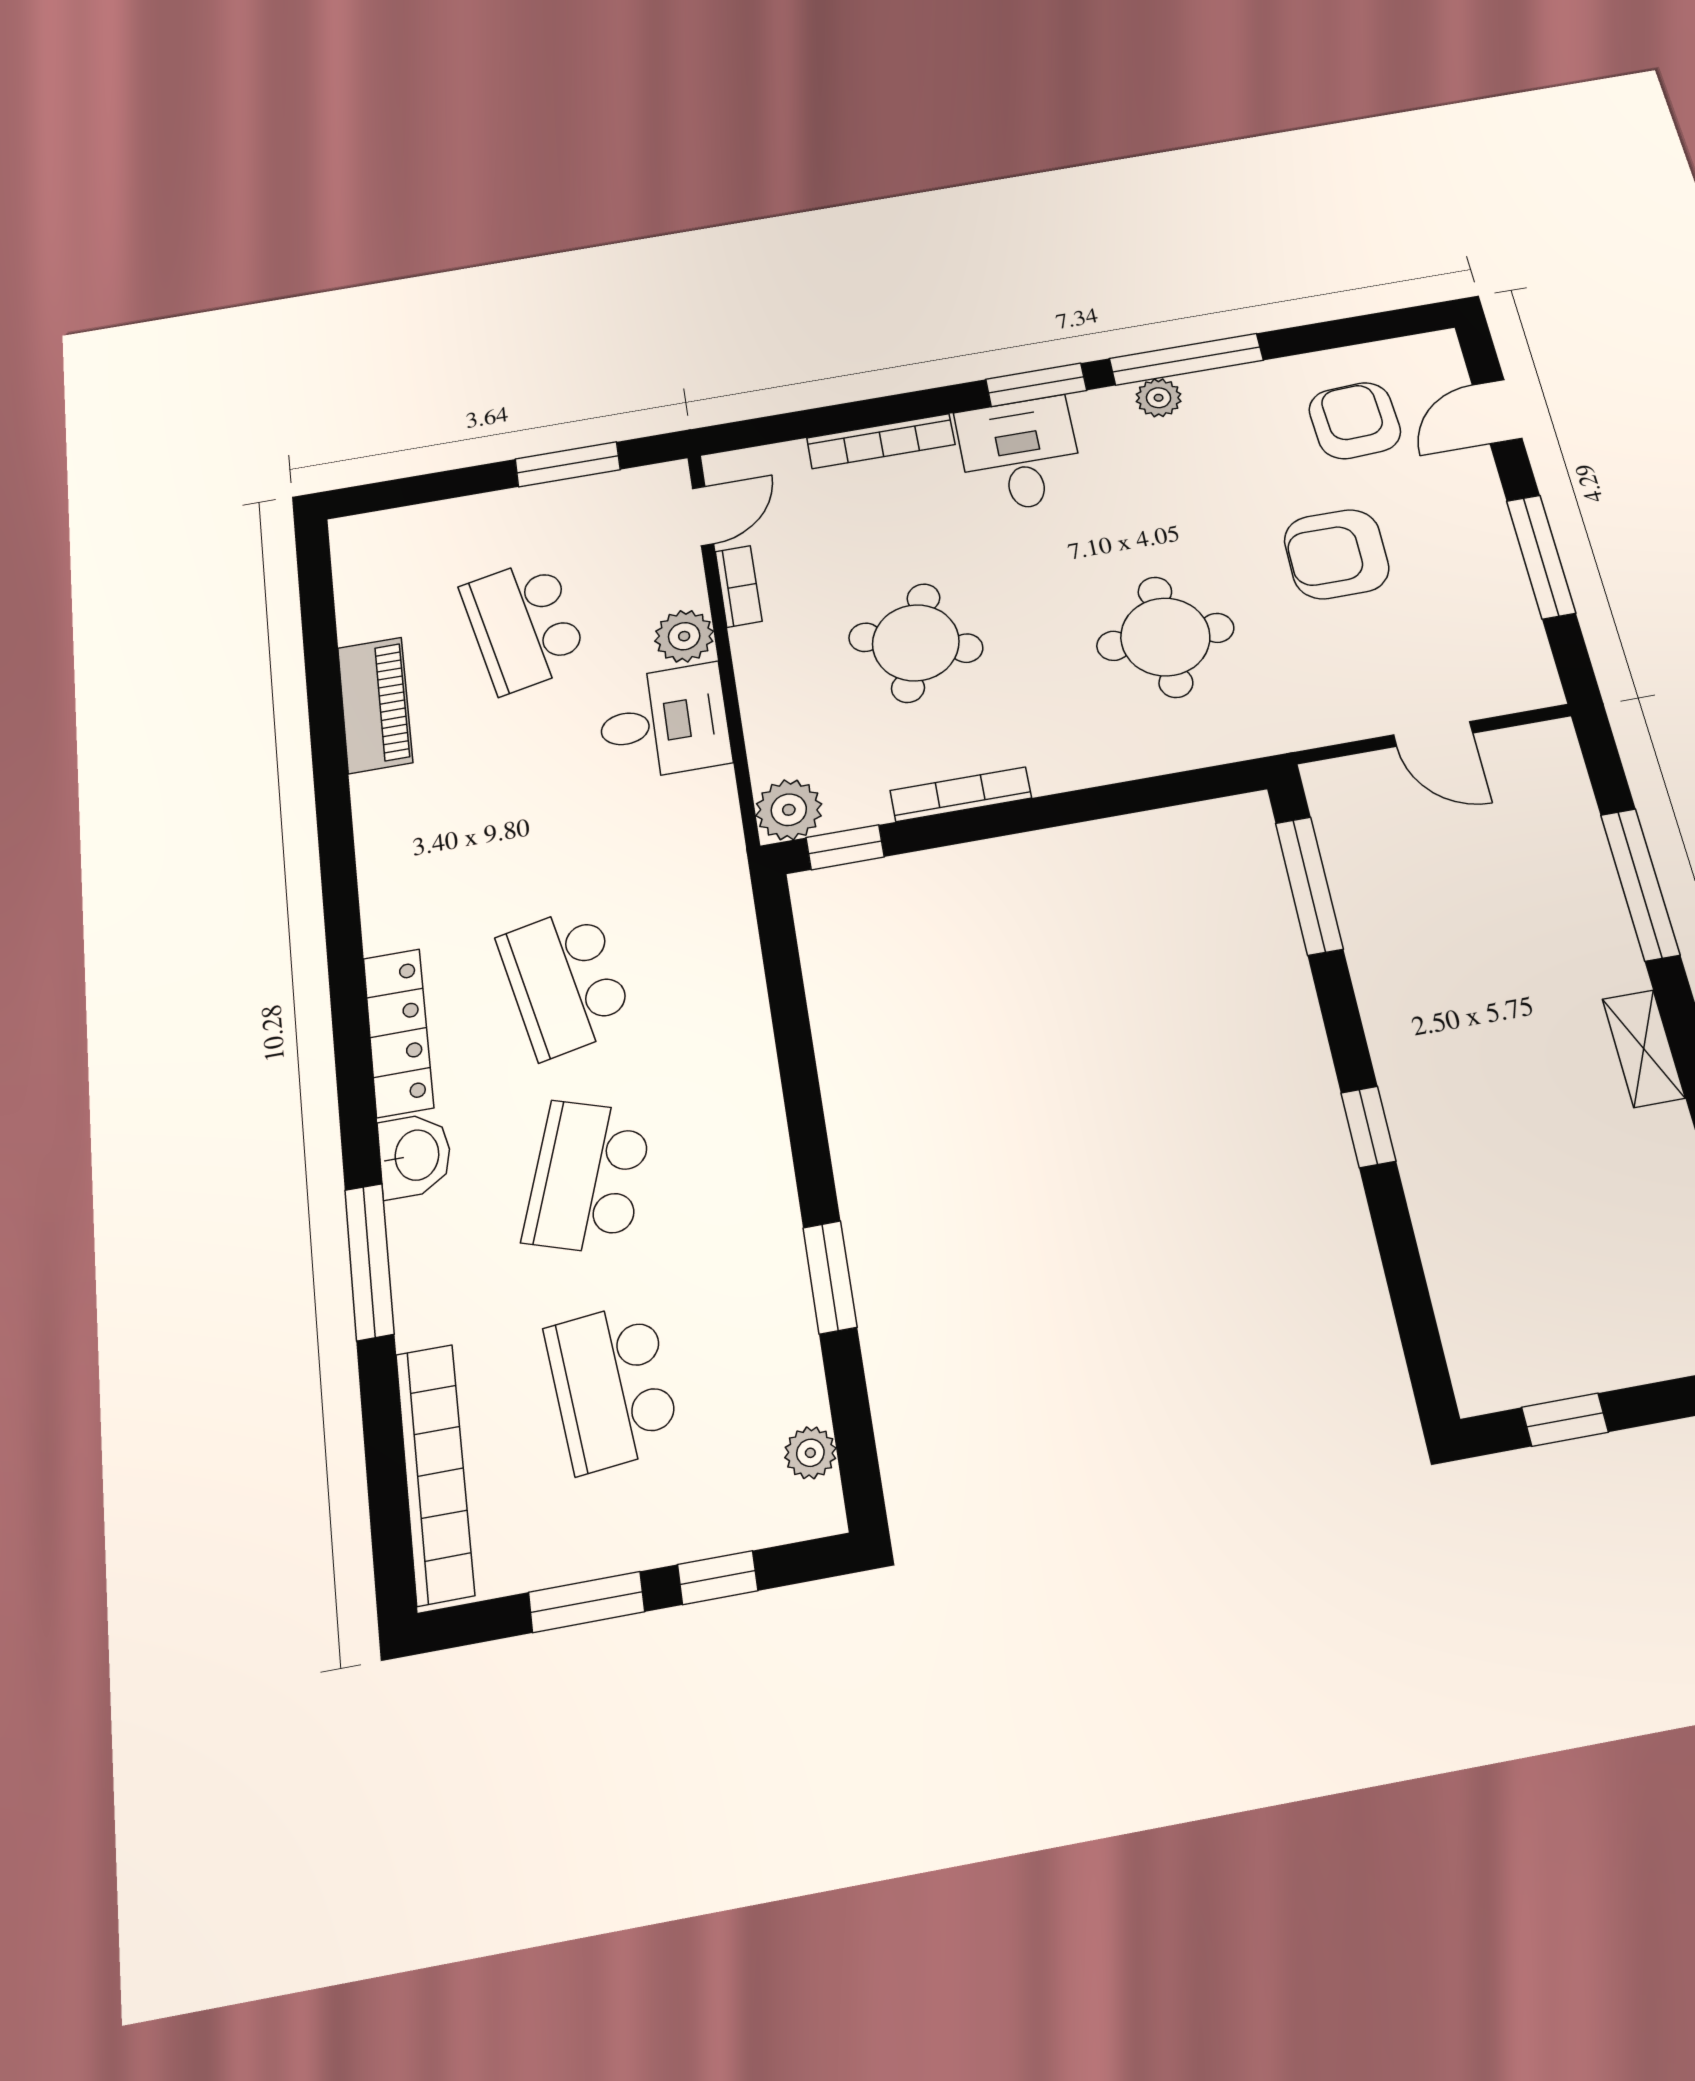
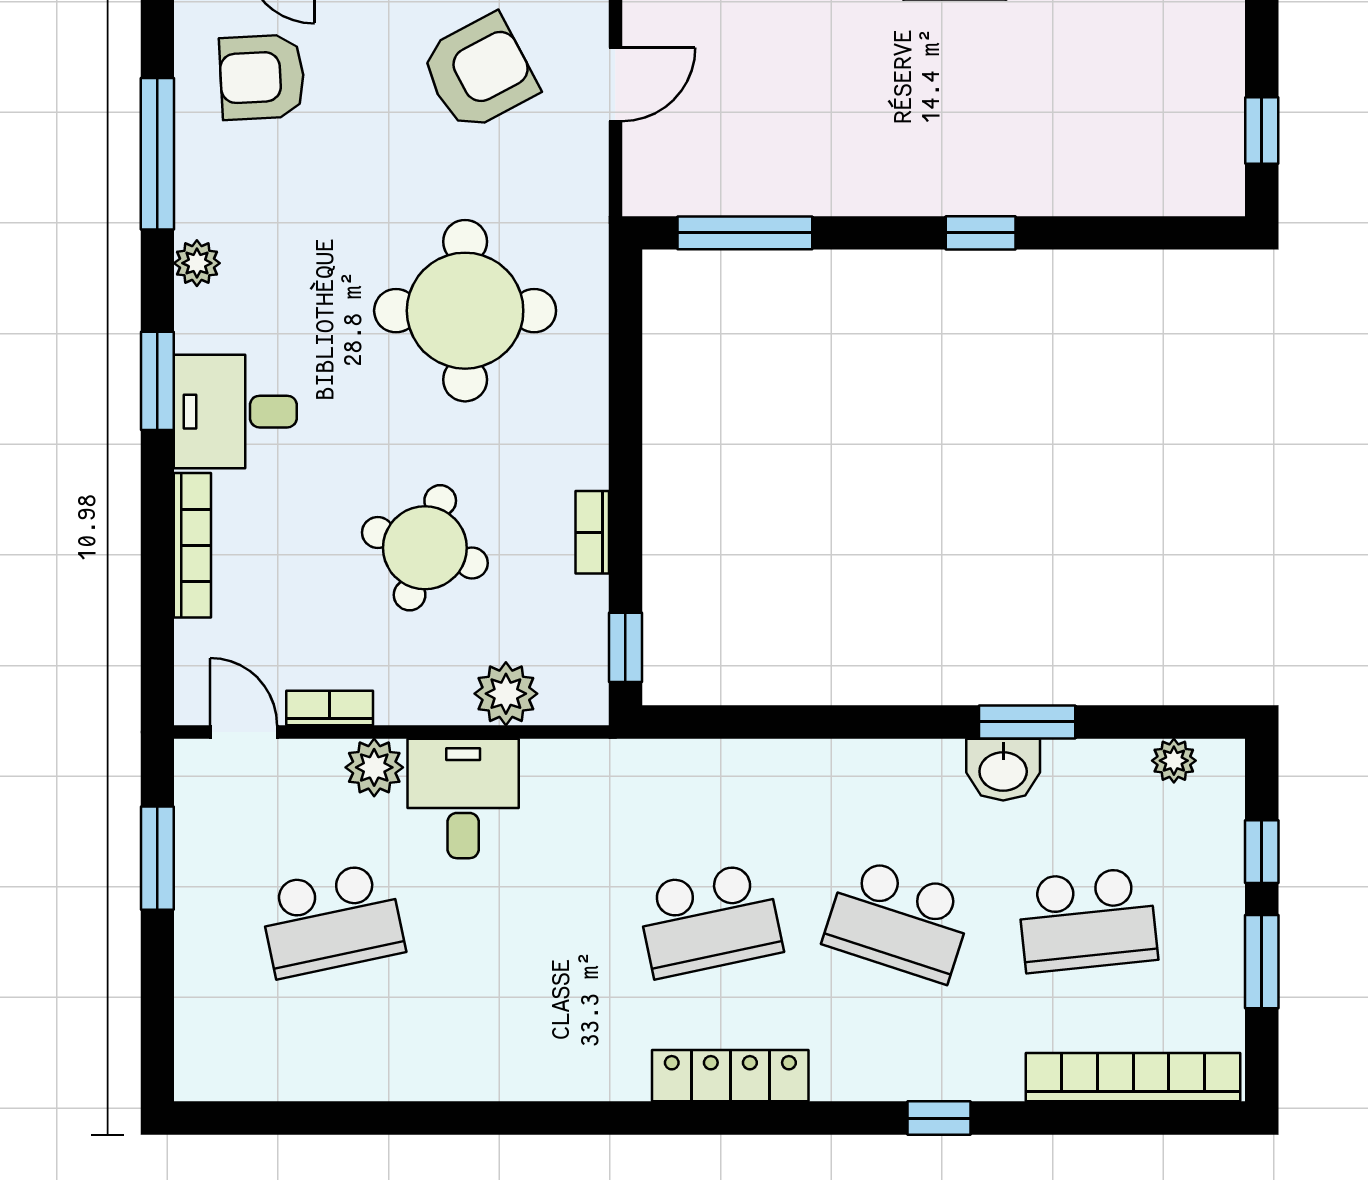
window: (1186, 359) -> (157, 154), moved
armchair: (1337, 554) -> (479, 73), moved, turned -118
round table: (1165, 637) -> (465, 311), width x1.36, depth x1.36
piano: (375, 705) -> (391, 1071), removed
bookcase: (961, 794) -> (592, 532), width x0.64
plant: (789, 810) -> (506, 694), moved
washbasin: (415, 1155) -> (1003, 770), moved, turned 180
window: (369, 1261) -> (939, 1118), width x0.46

